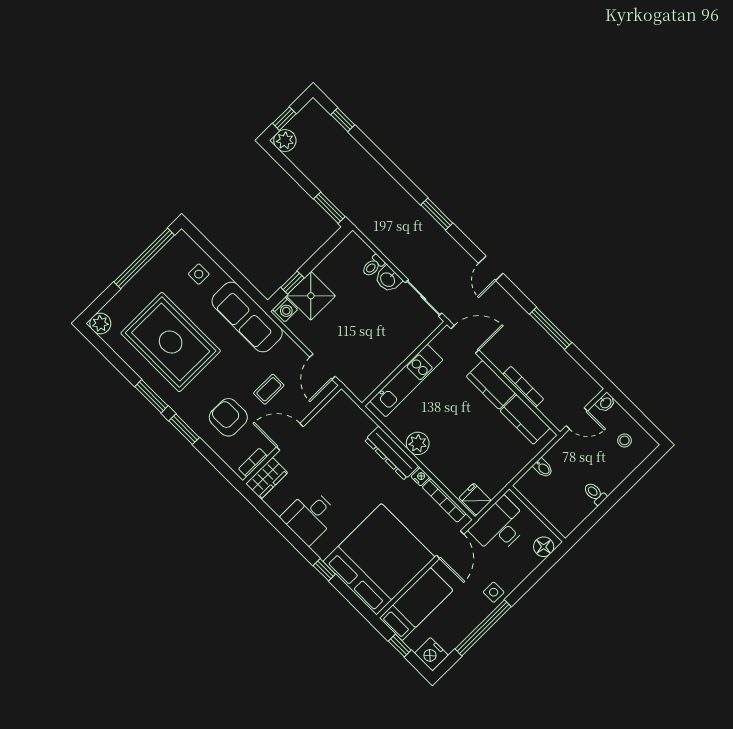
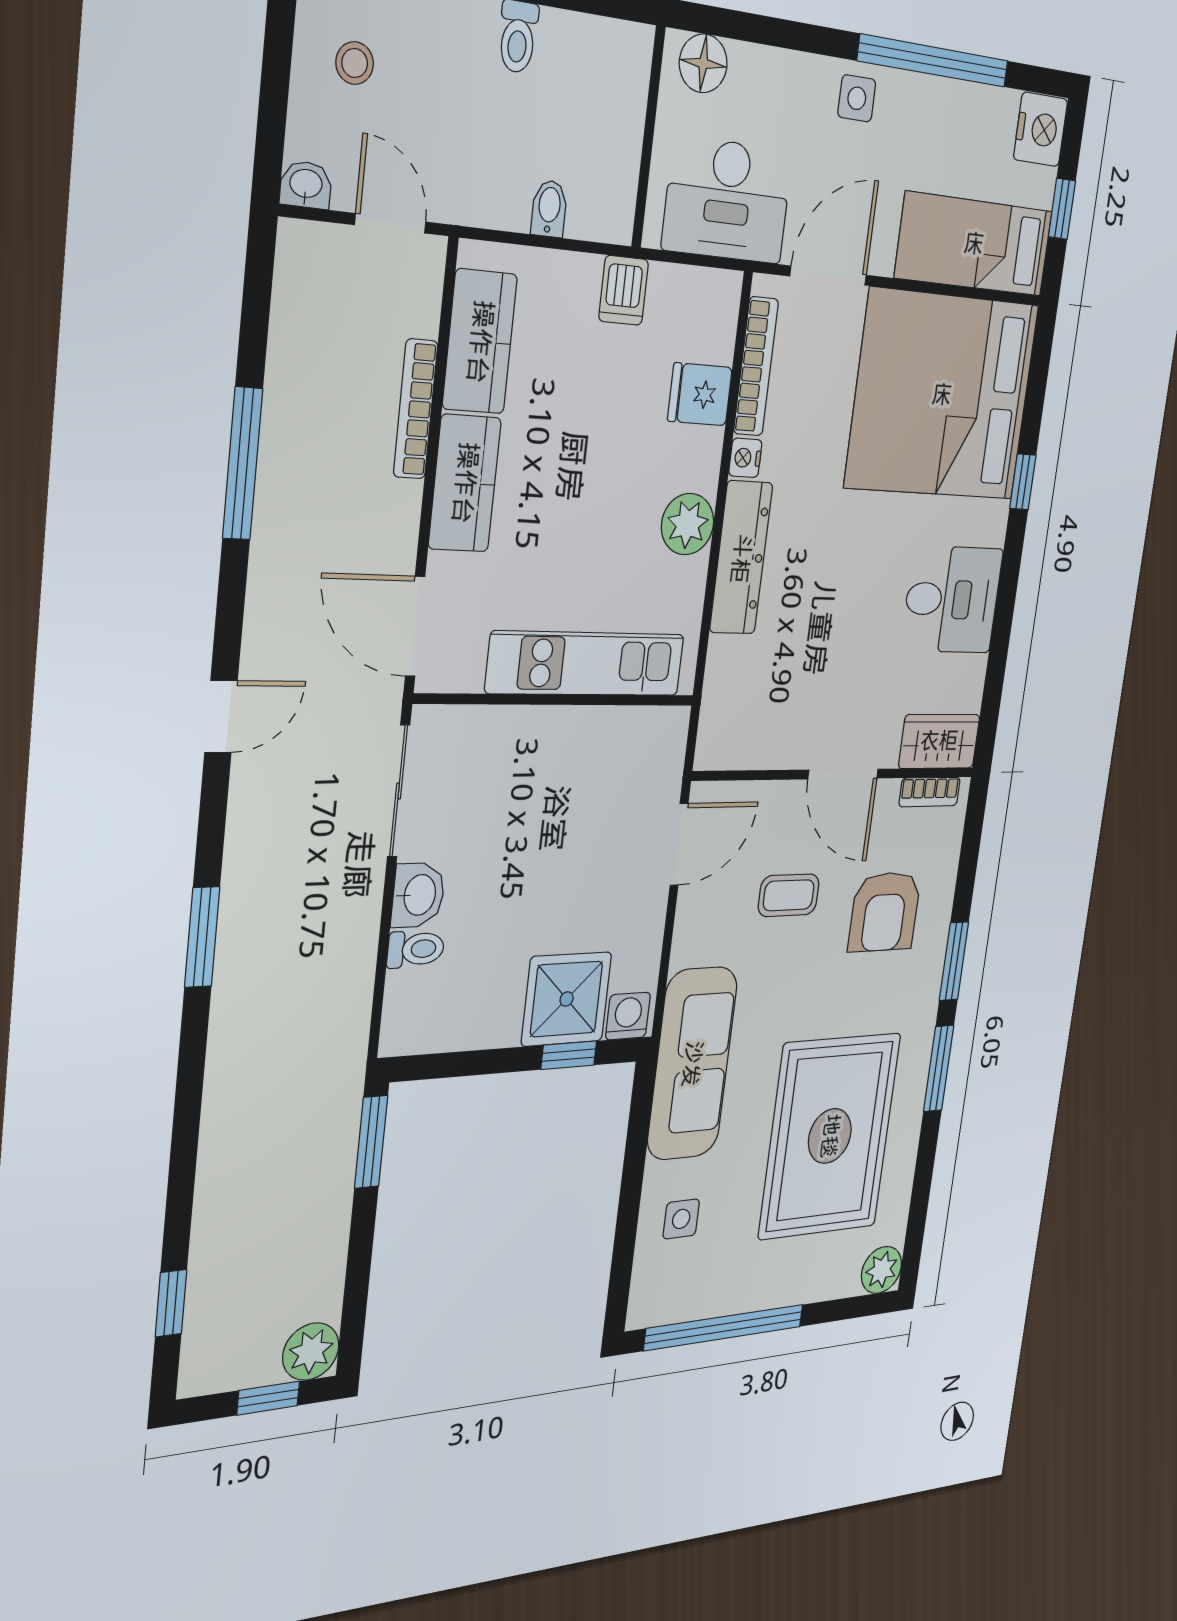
dishwasher: (502, 474) -> (624, 290), added
fridge: (475, 499) -> (700, 394), moved, turned 90

